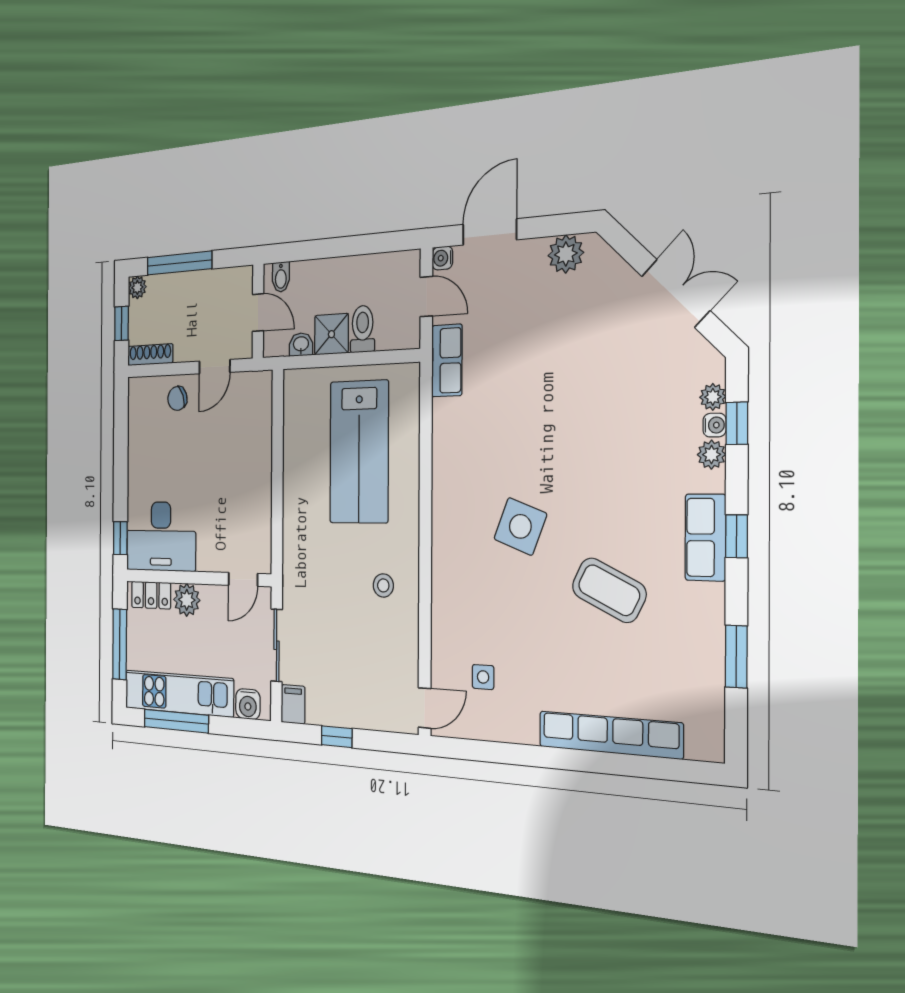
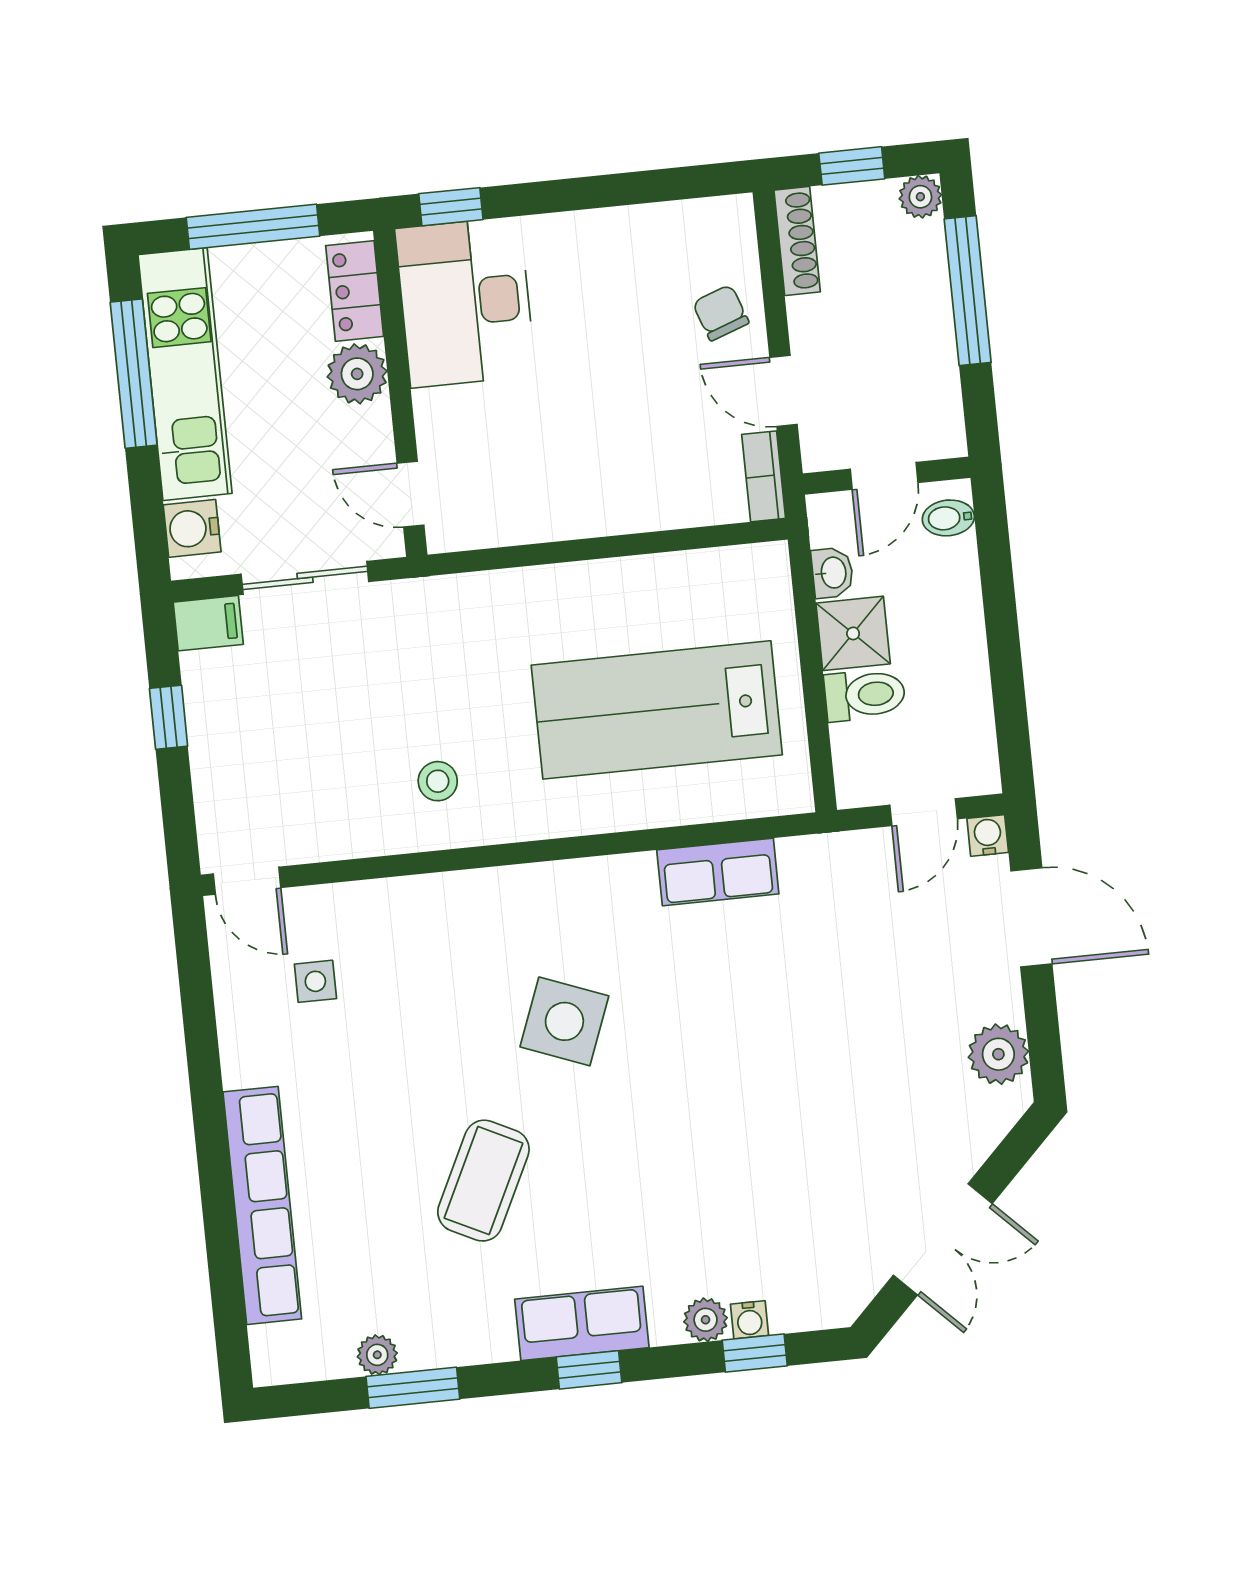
row of seats: (447, 361) -> (718, 872), moved
bookcase: (252, 381) -> (764, 476), added
plant: (713, 397) -> (377, 1355), moved

